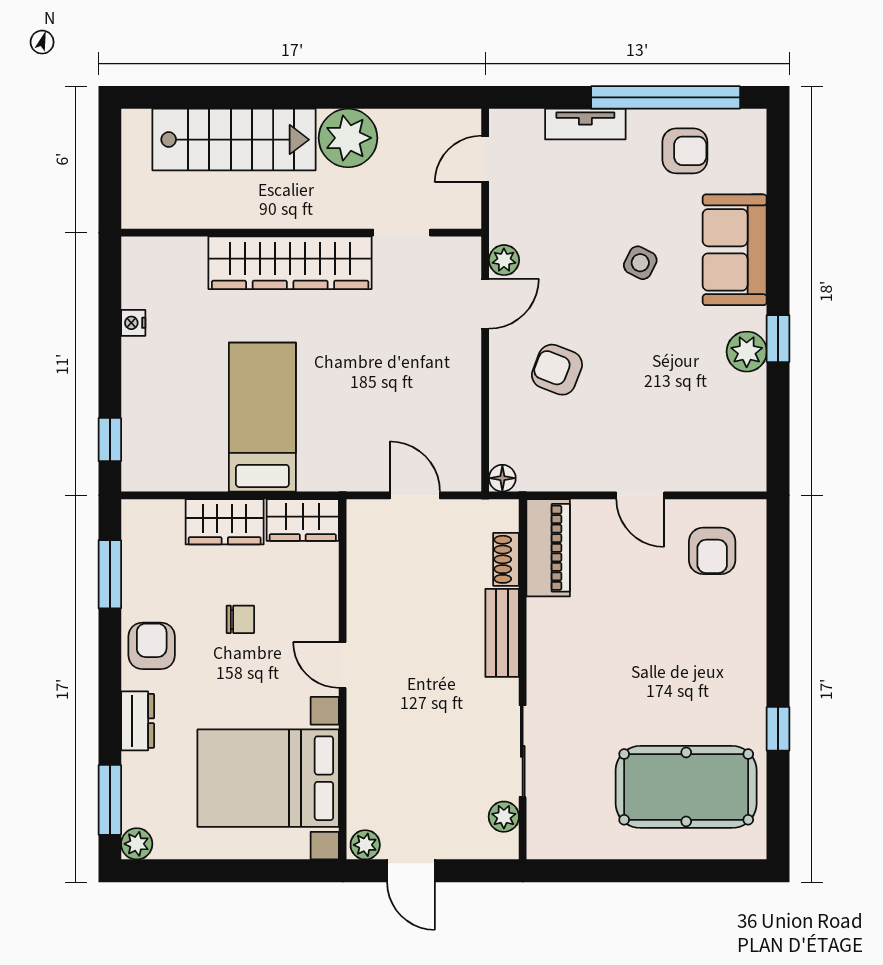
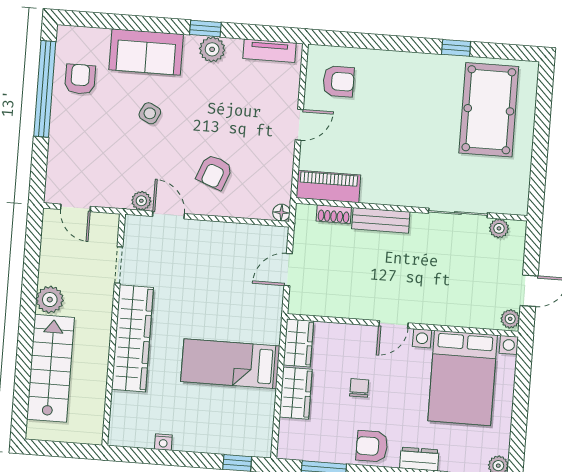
tv unit: (585, 124) -> (269, 51), moved, turned 90
plant: (348, 138) -> (50, 300), width x0.73, depth x0.73

